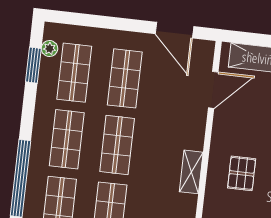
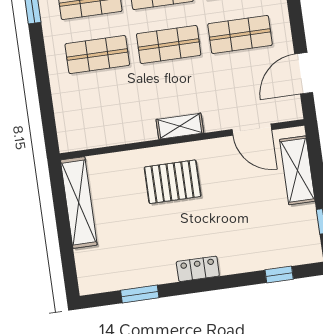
shelving: (191, 172) -> (180, 126), moved
pallet: (242, 173) -> (173, 182), width x1.50, depth x1.42

